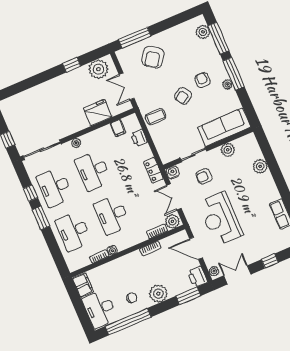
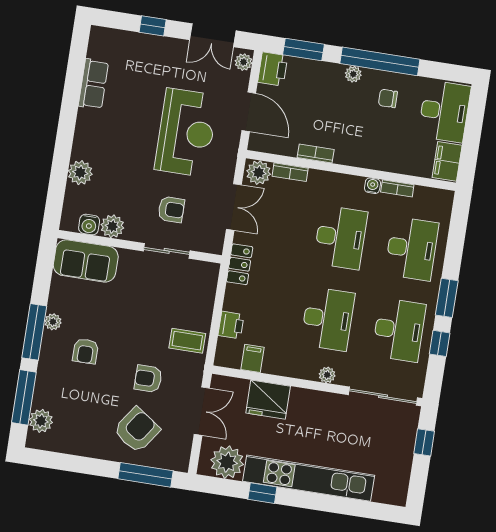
kitchen unit: (53, 86) -> (309, 478), added
armchair: (183, 96) -> (148, 379), moved, turned -146
sofa: (224, 127) -> (86, 261), width x0.73
water cooler: (173, 172) -> (89, 225), moved
plant: (158, 294) -> (353, 74), width x0.53, depth x0.53
window: (128, 322) -> (380, 61), moved

